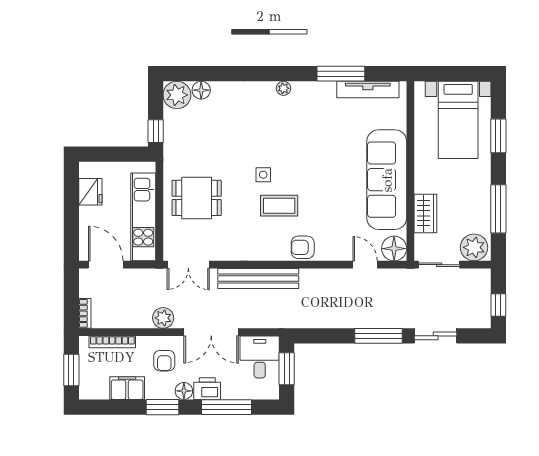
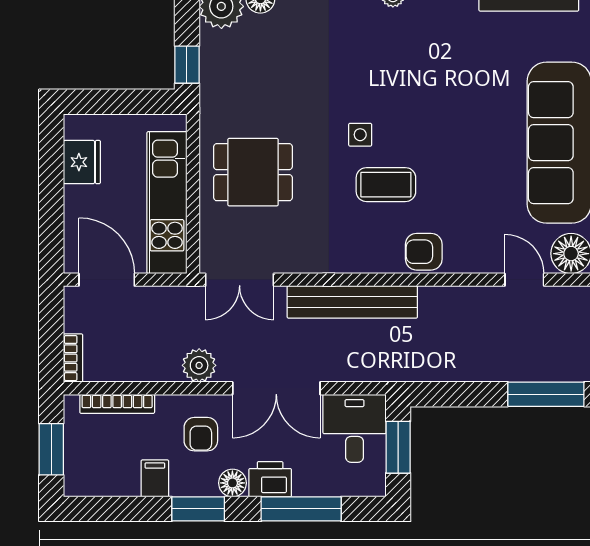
filing cabinet: (127, 388) -> (155, 478), width x0.50

